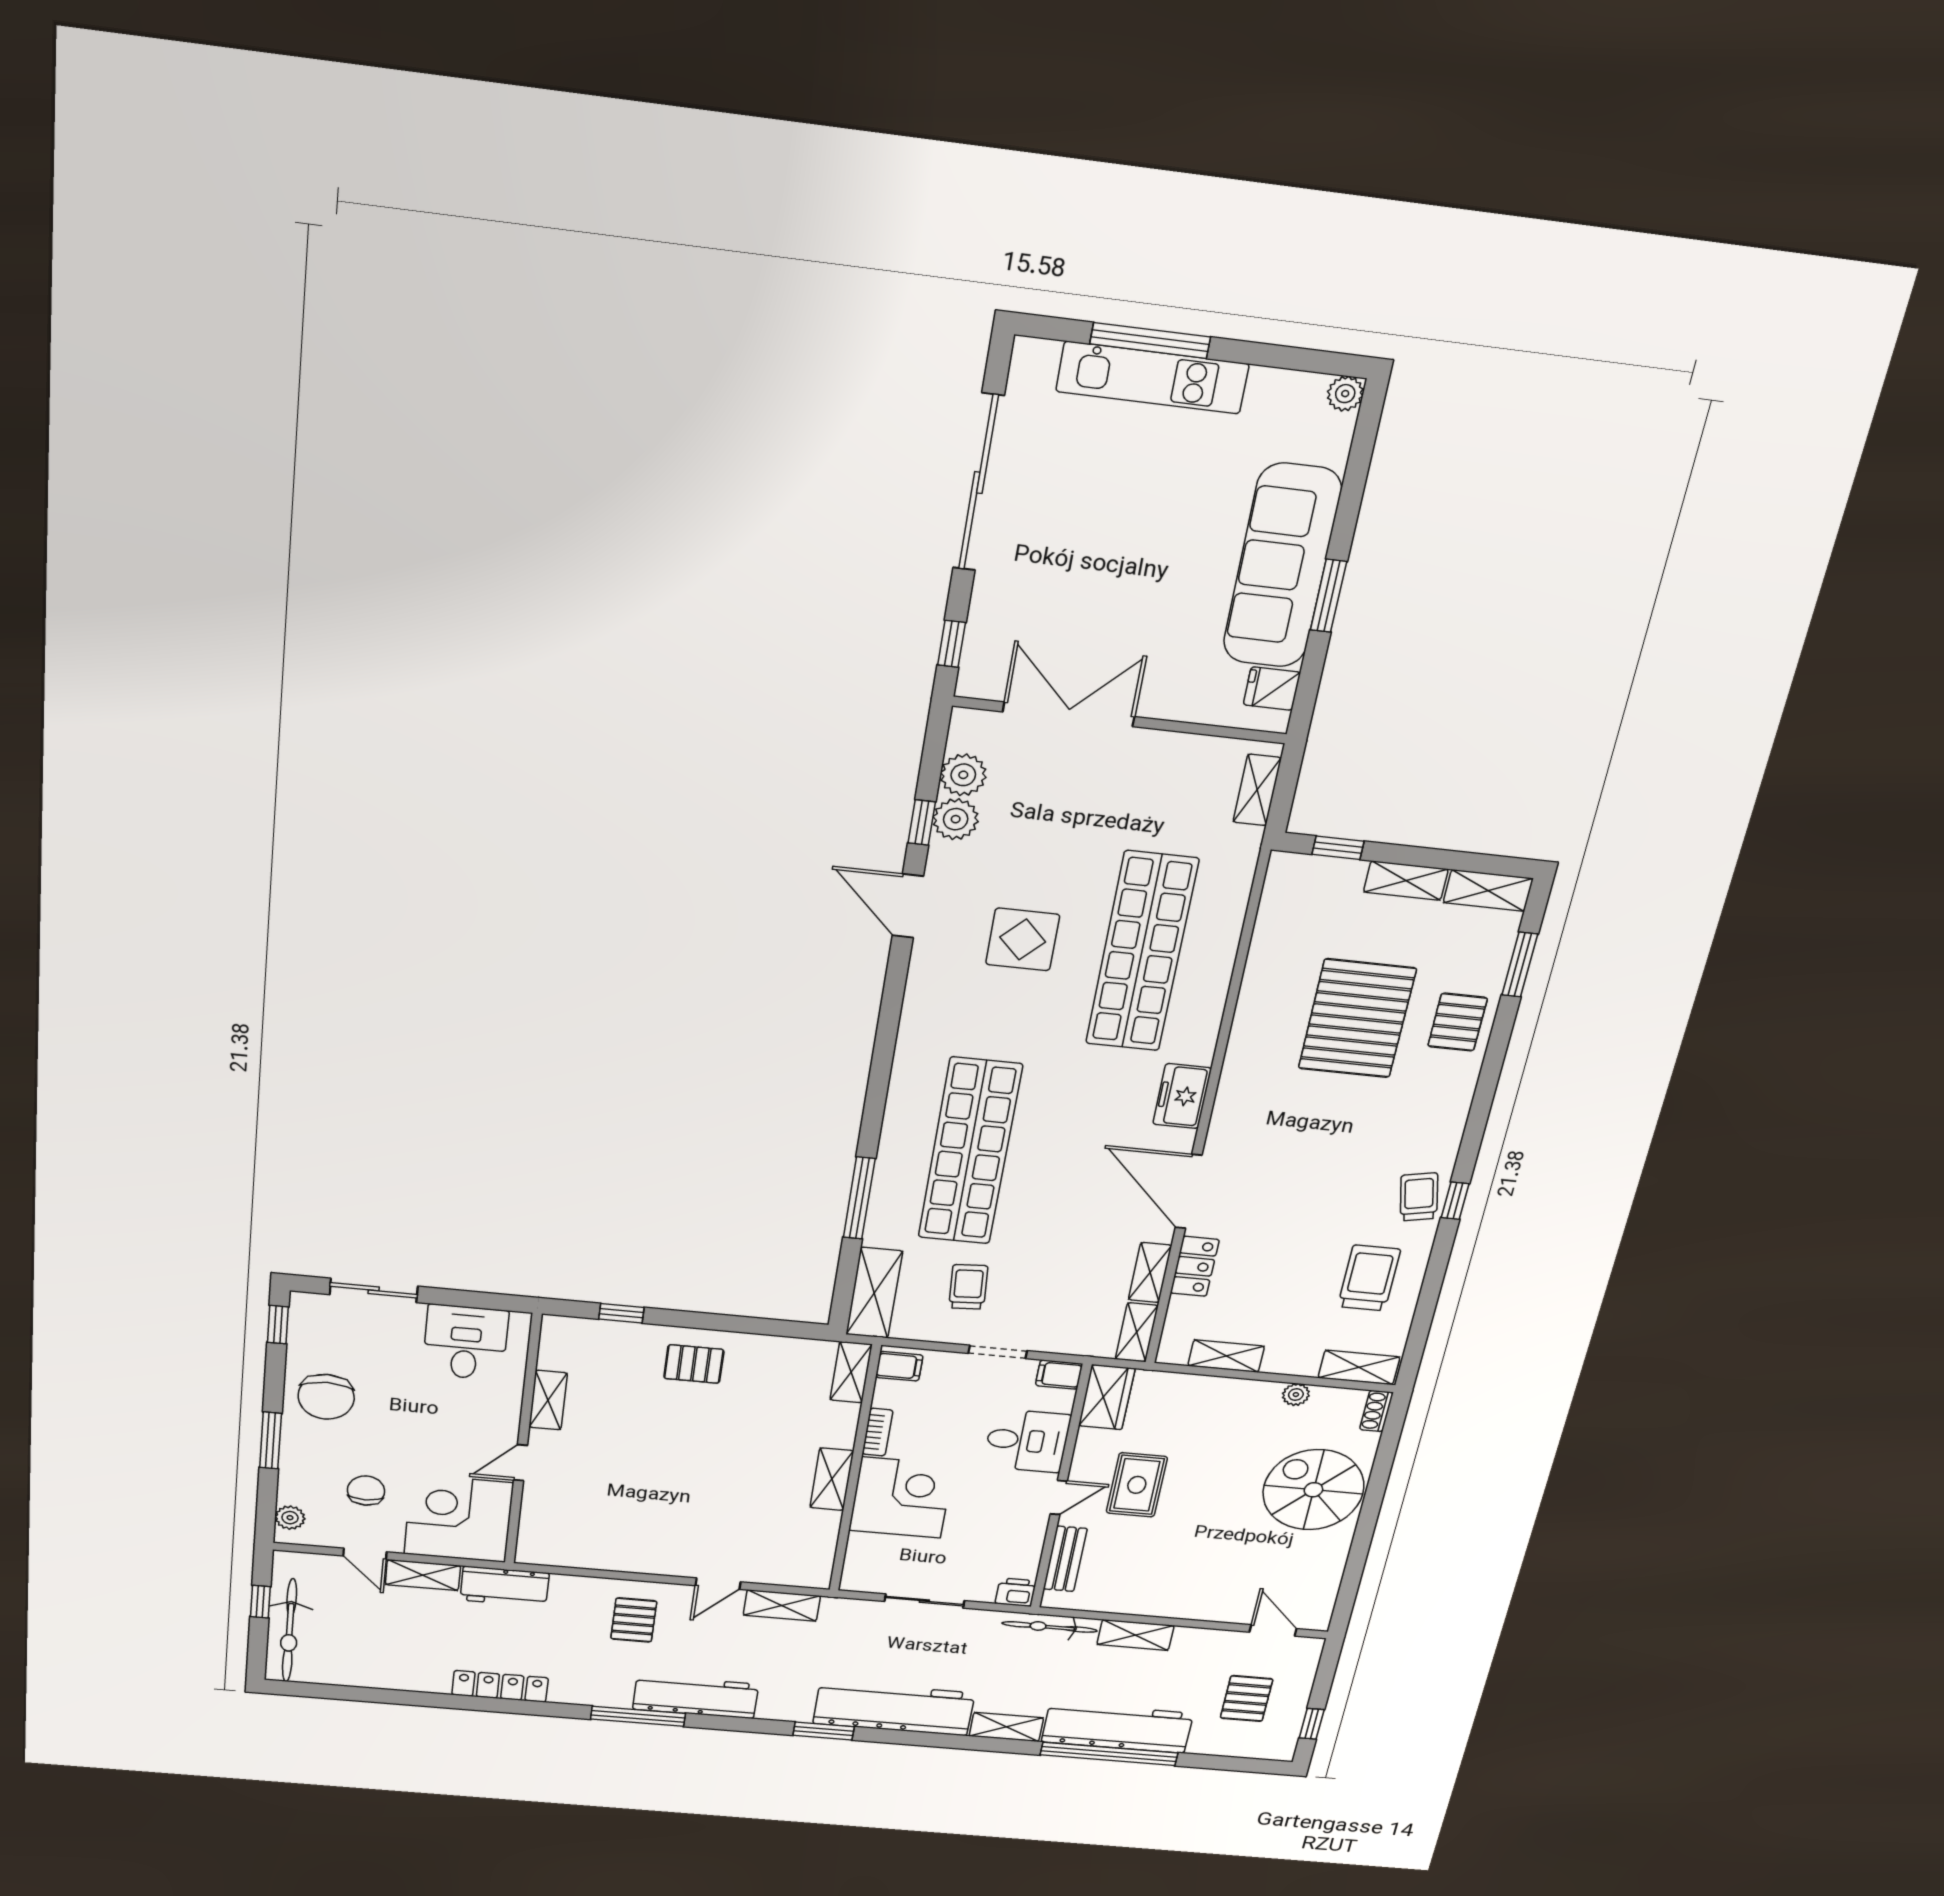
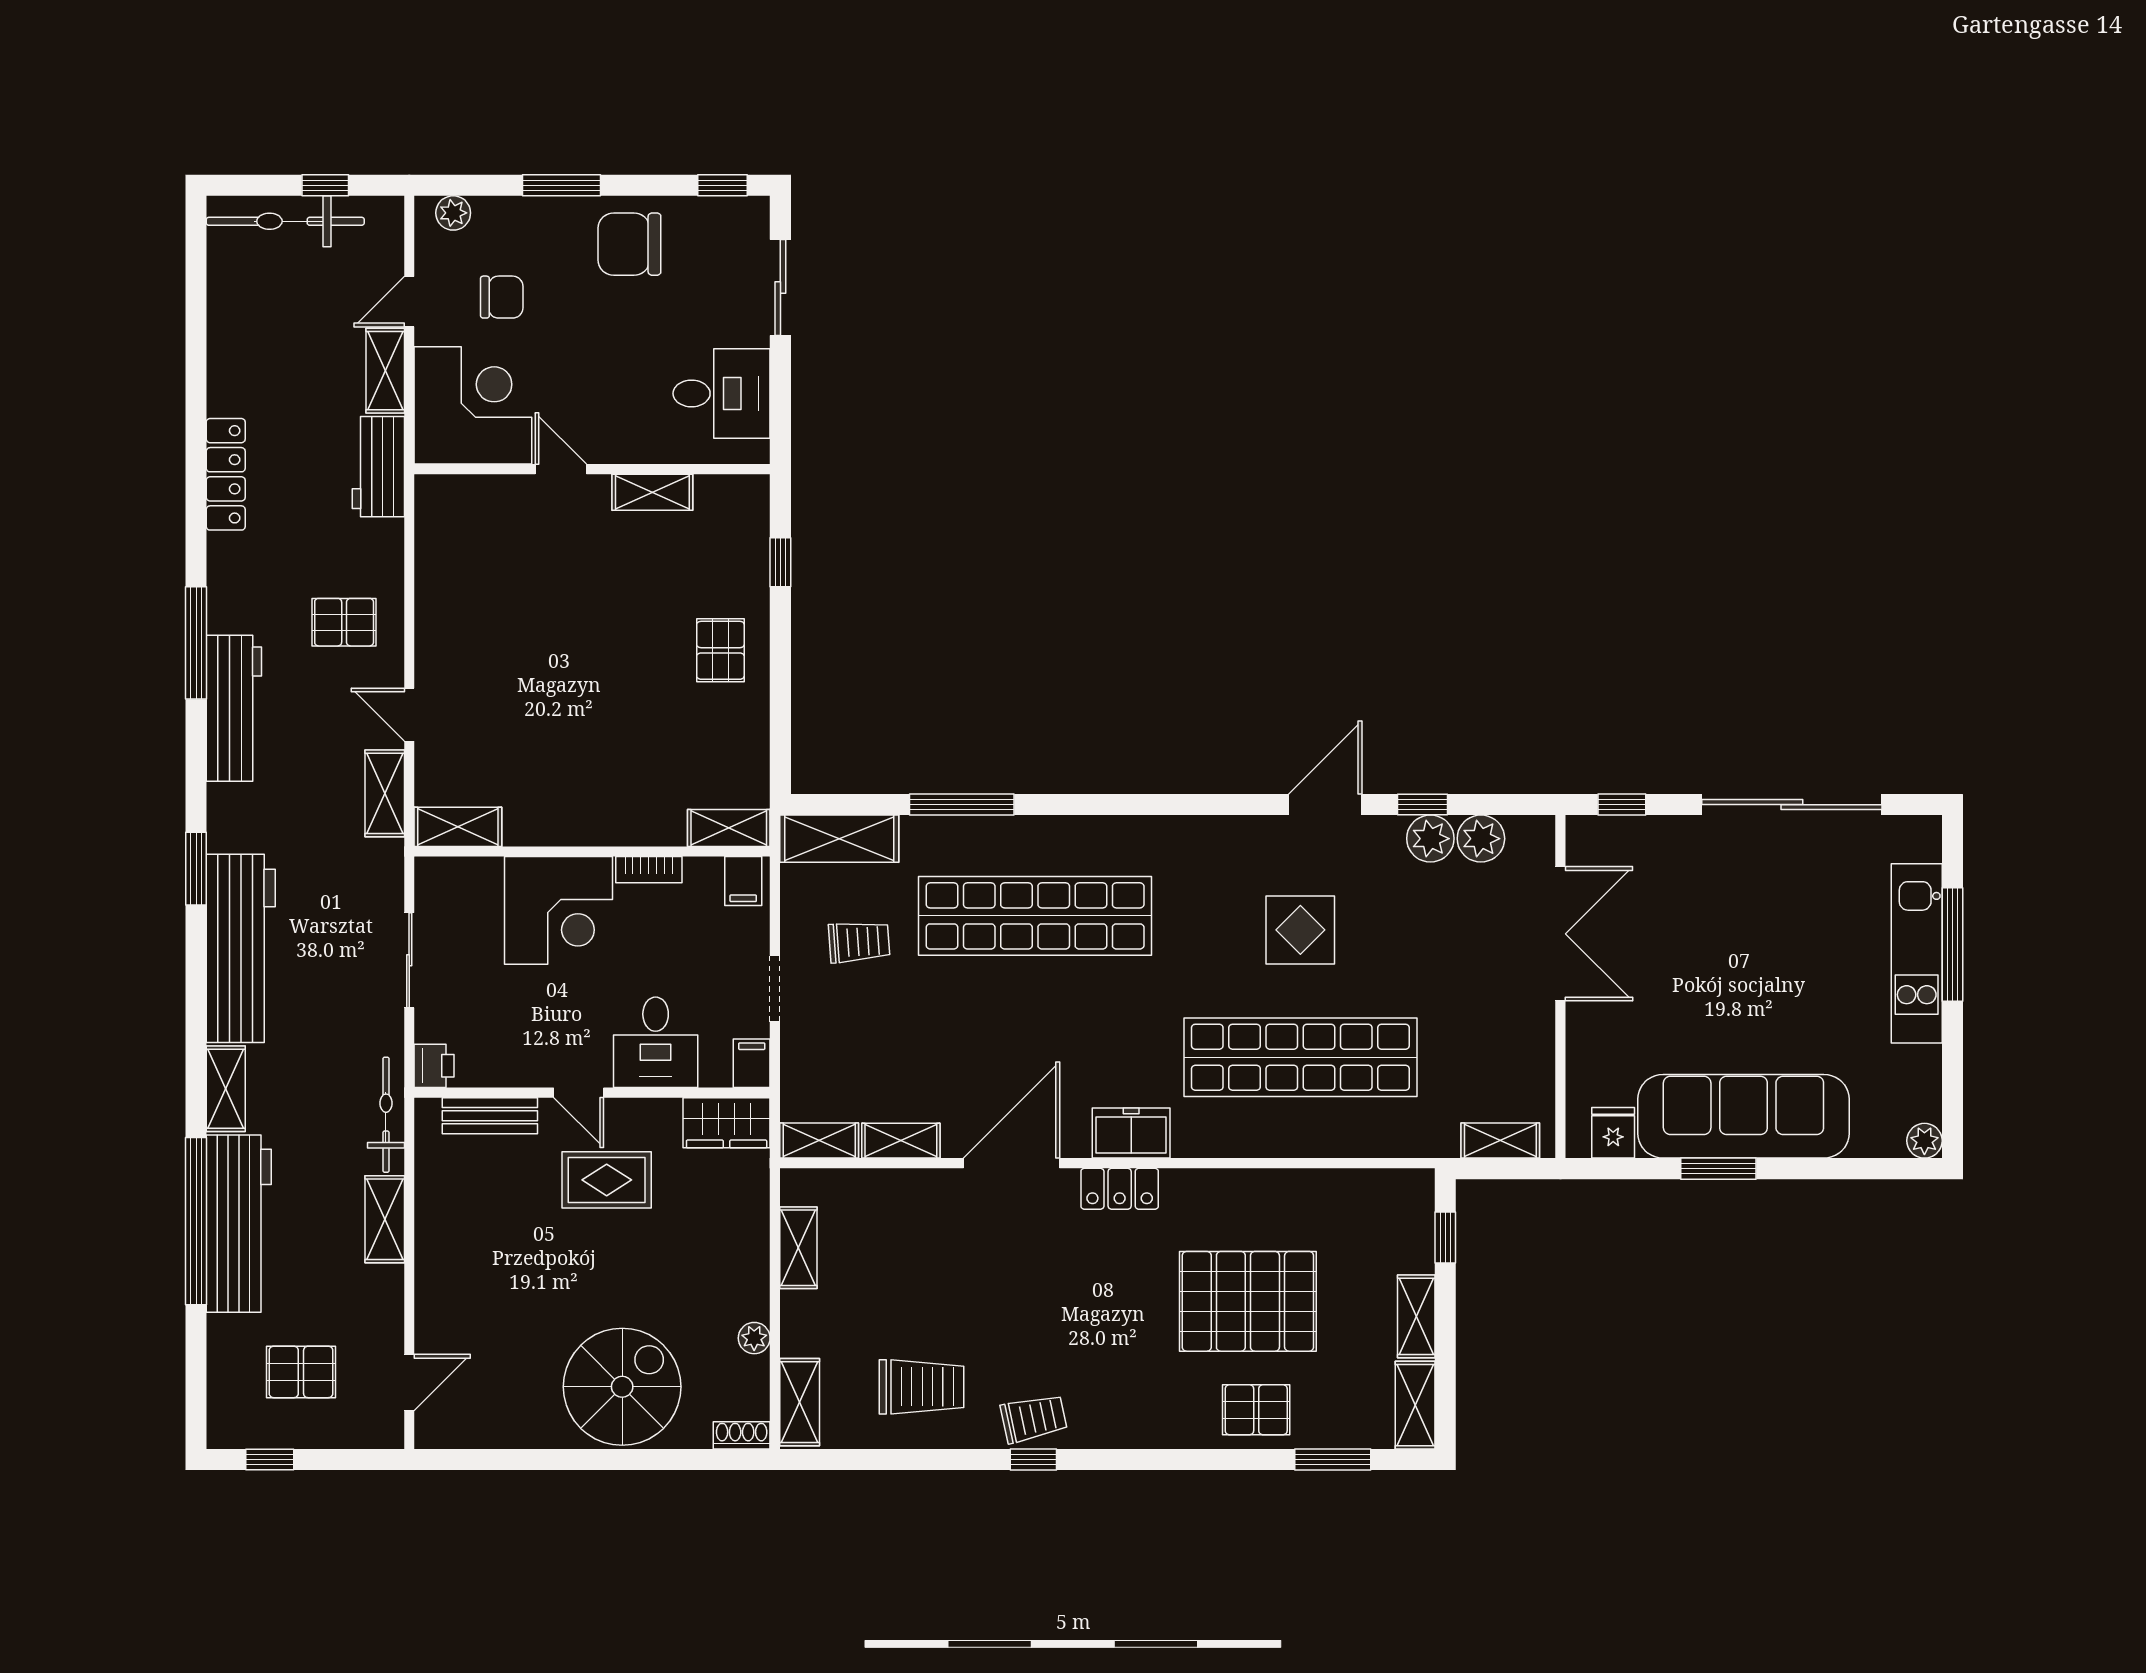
locker: (1195, 1266) -> (1120, 1189), moved
shelving: (832, 1479) -> (458, 827), moved

